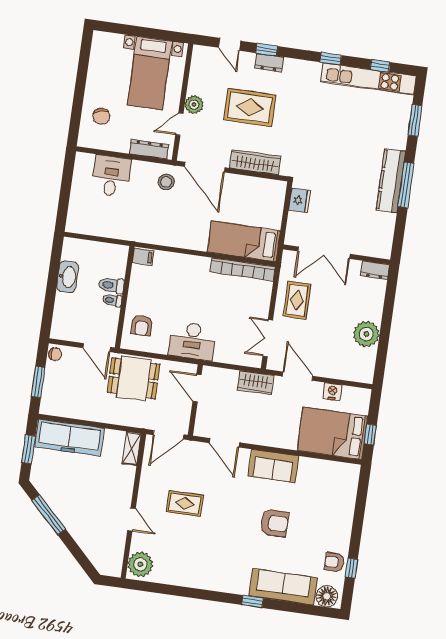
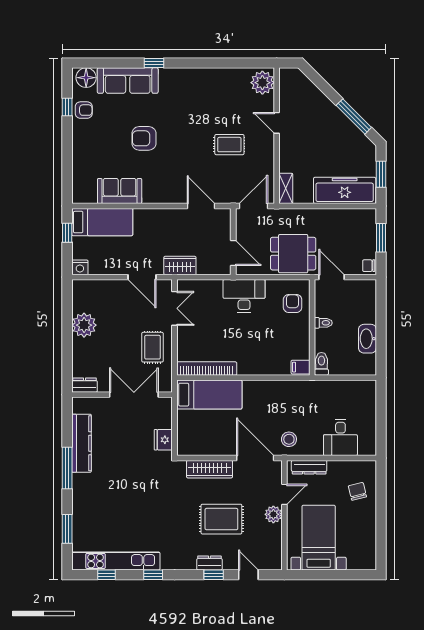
kitchen counter: (391, 181) -> (81, 443), moved
toilet: (111, 285) -> (321, 364), moved, turned -90
nightstand: (332, 392) -> (80, 267), moved
bed: (332, 433) -> (102, 222), width x0.67
sofa: (273, 466) -> (120, 191), moved

